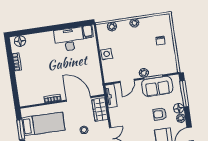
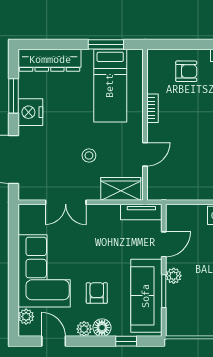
door: (127, 81) -> (164, 244), swing flipped
armchair: (29, 83) -> (186, 71), added
sofa: (157, 86) -> (146, 296), width x1.36
window: (184, 94) -> (126, 341), width x0.46
door: (79, 99) -> (145, 154), width x0.53

